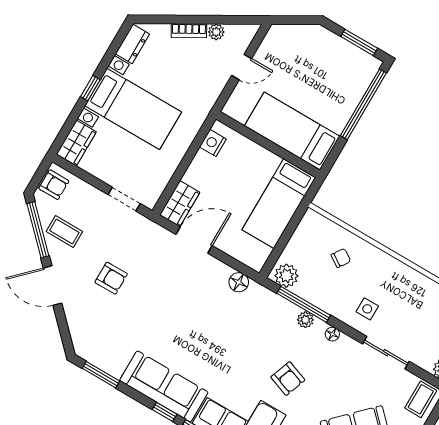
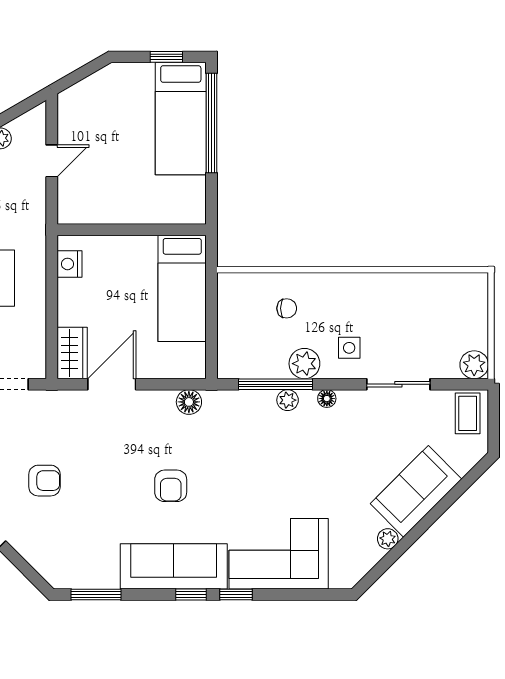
window: (359, 42) -> (166, 57), width x0.67
bed: (292, 131) -> (181, 119), moved, turned -90
chair: (341, 258) -> (287, 308), turned 56
plant: (286, 276) -> (304, 364), moved
armchair: (288, 379) -> (171, 486), moved, turned 70

